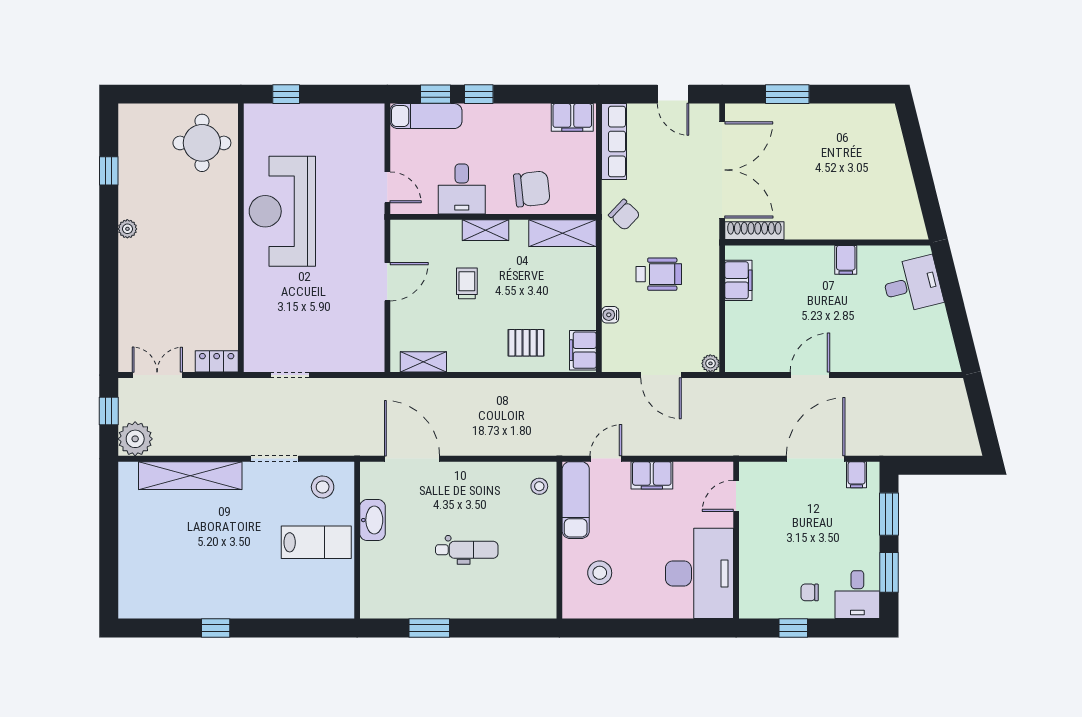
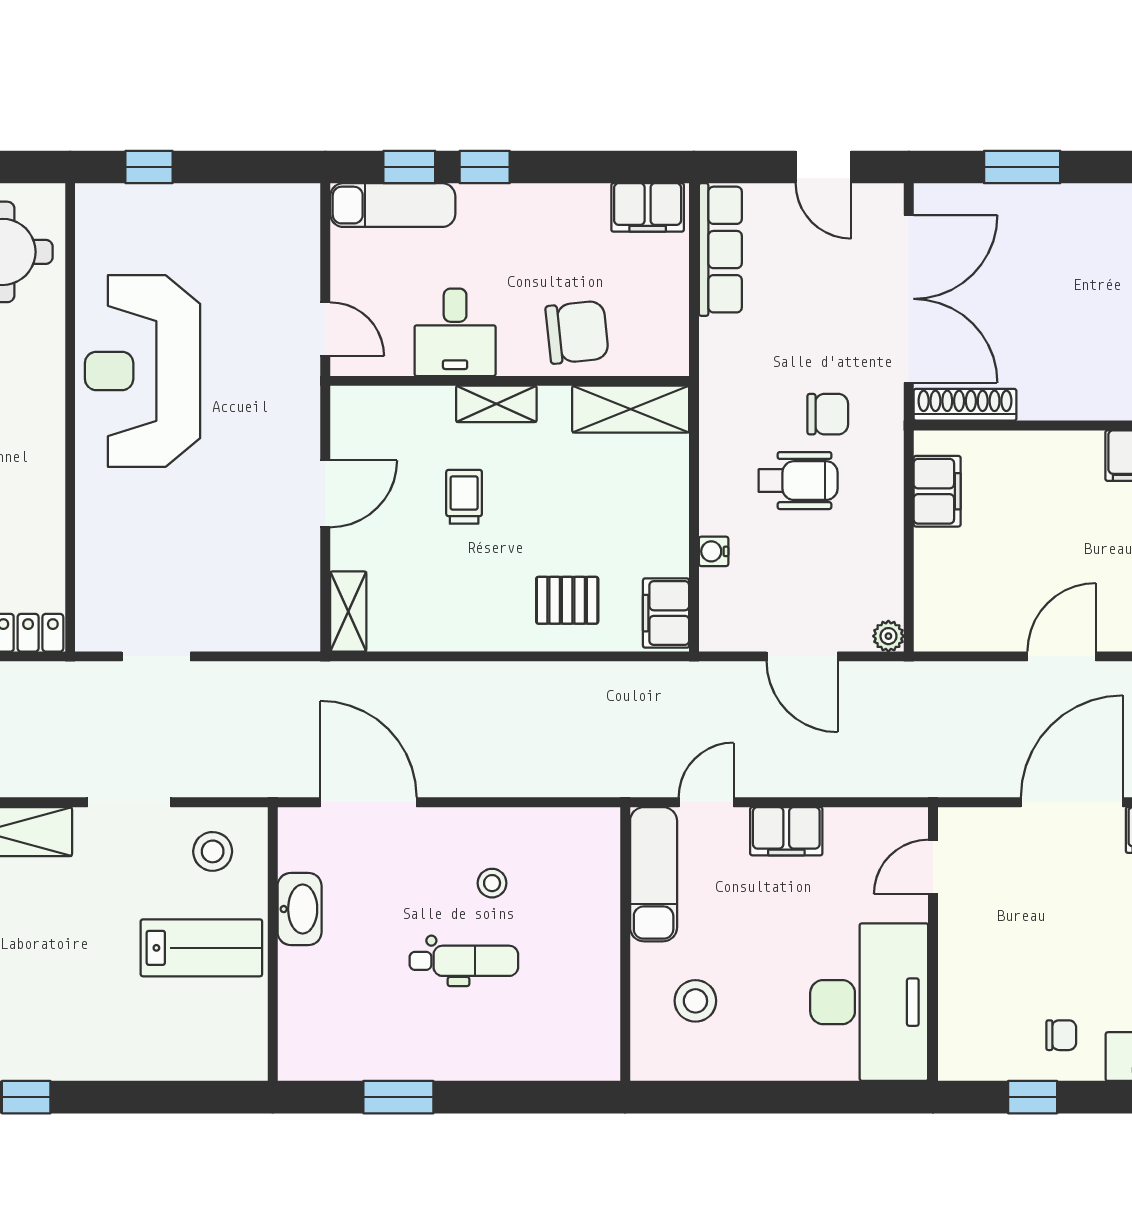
chair: (624, 215) -> (828, 414), moved, turned -44
shelving: (423, 362) -> (348, 611), moved, turned 90
stool: (539, 486) -> (492, 883), moved
chair: (810, 592) -> (1061, 1035), turned 180

